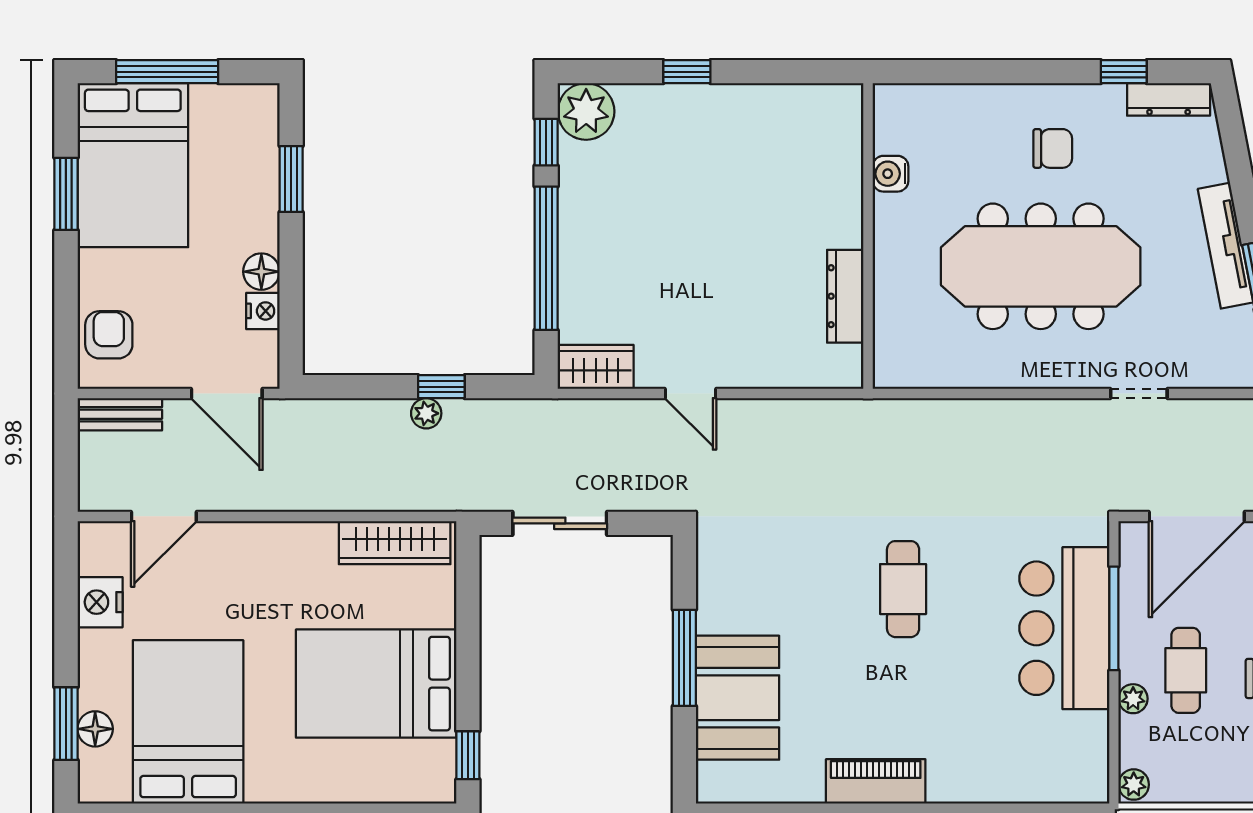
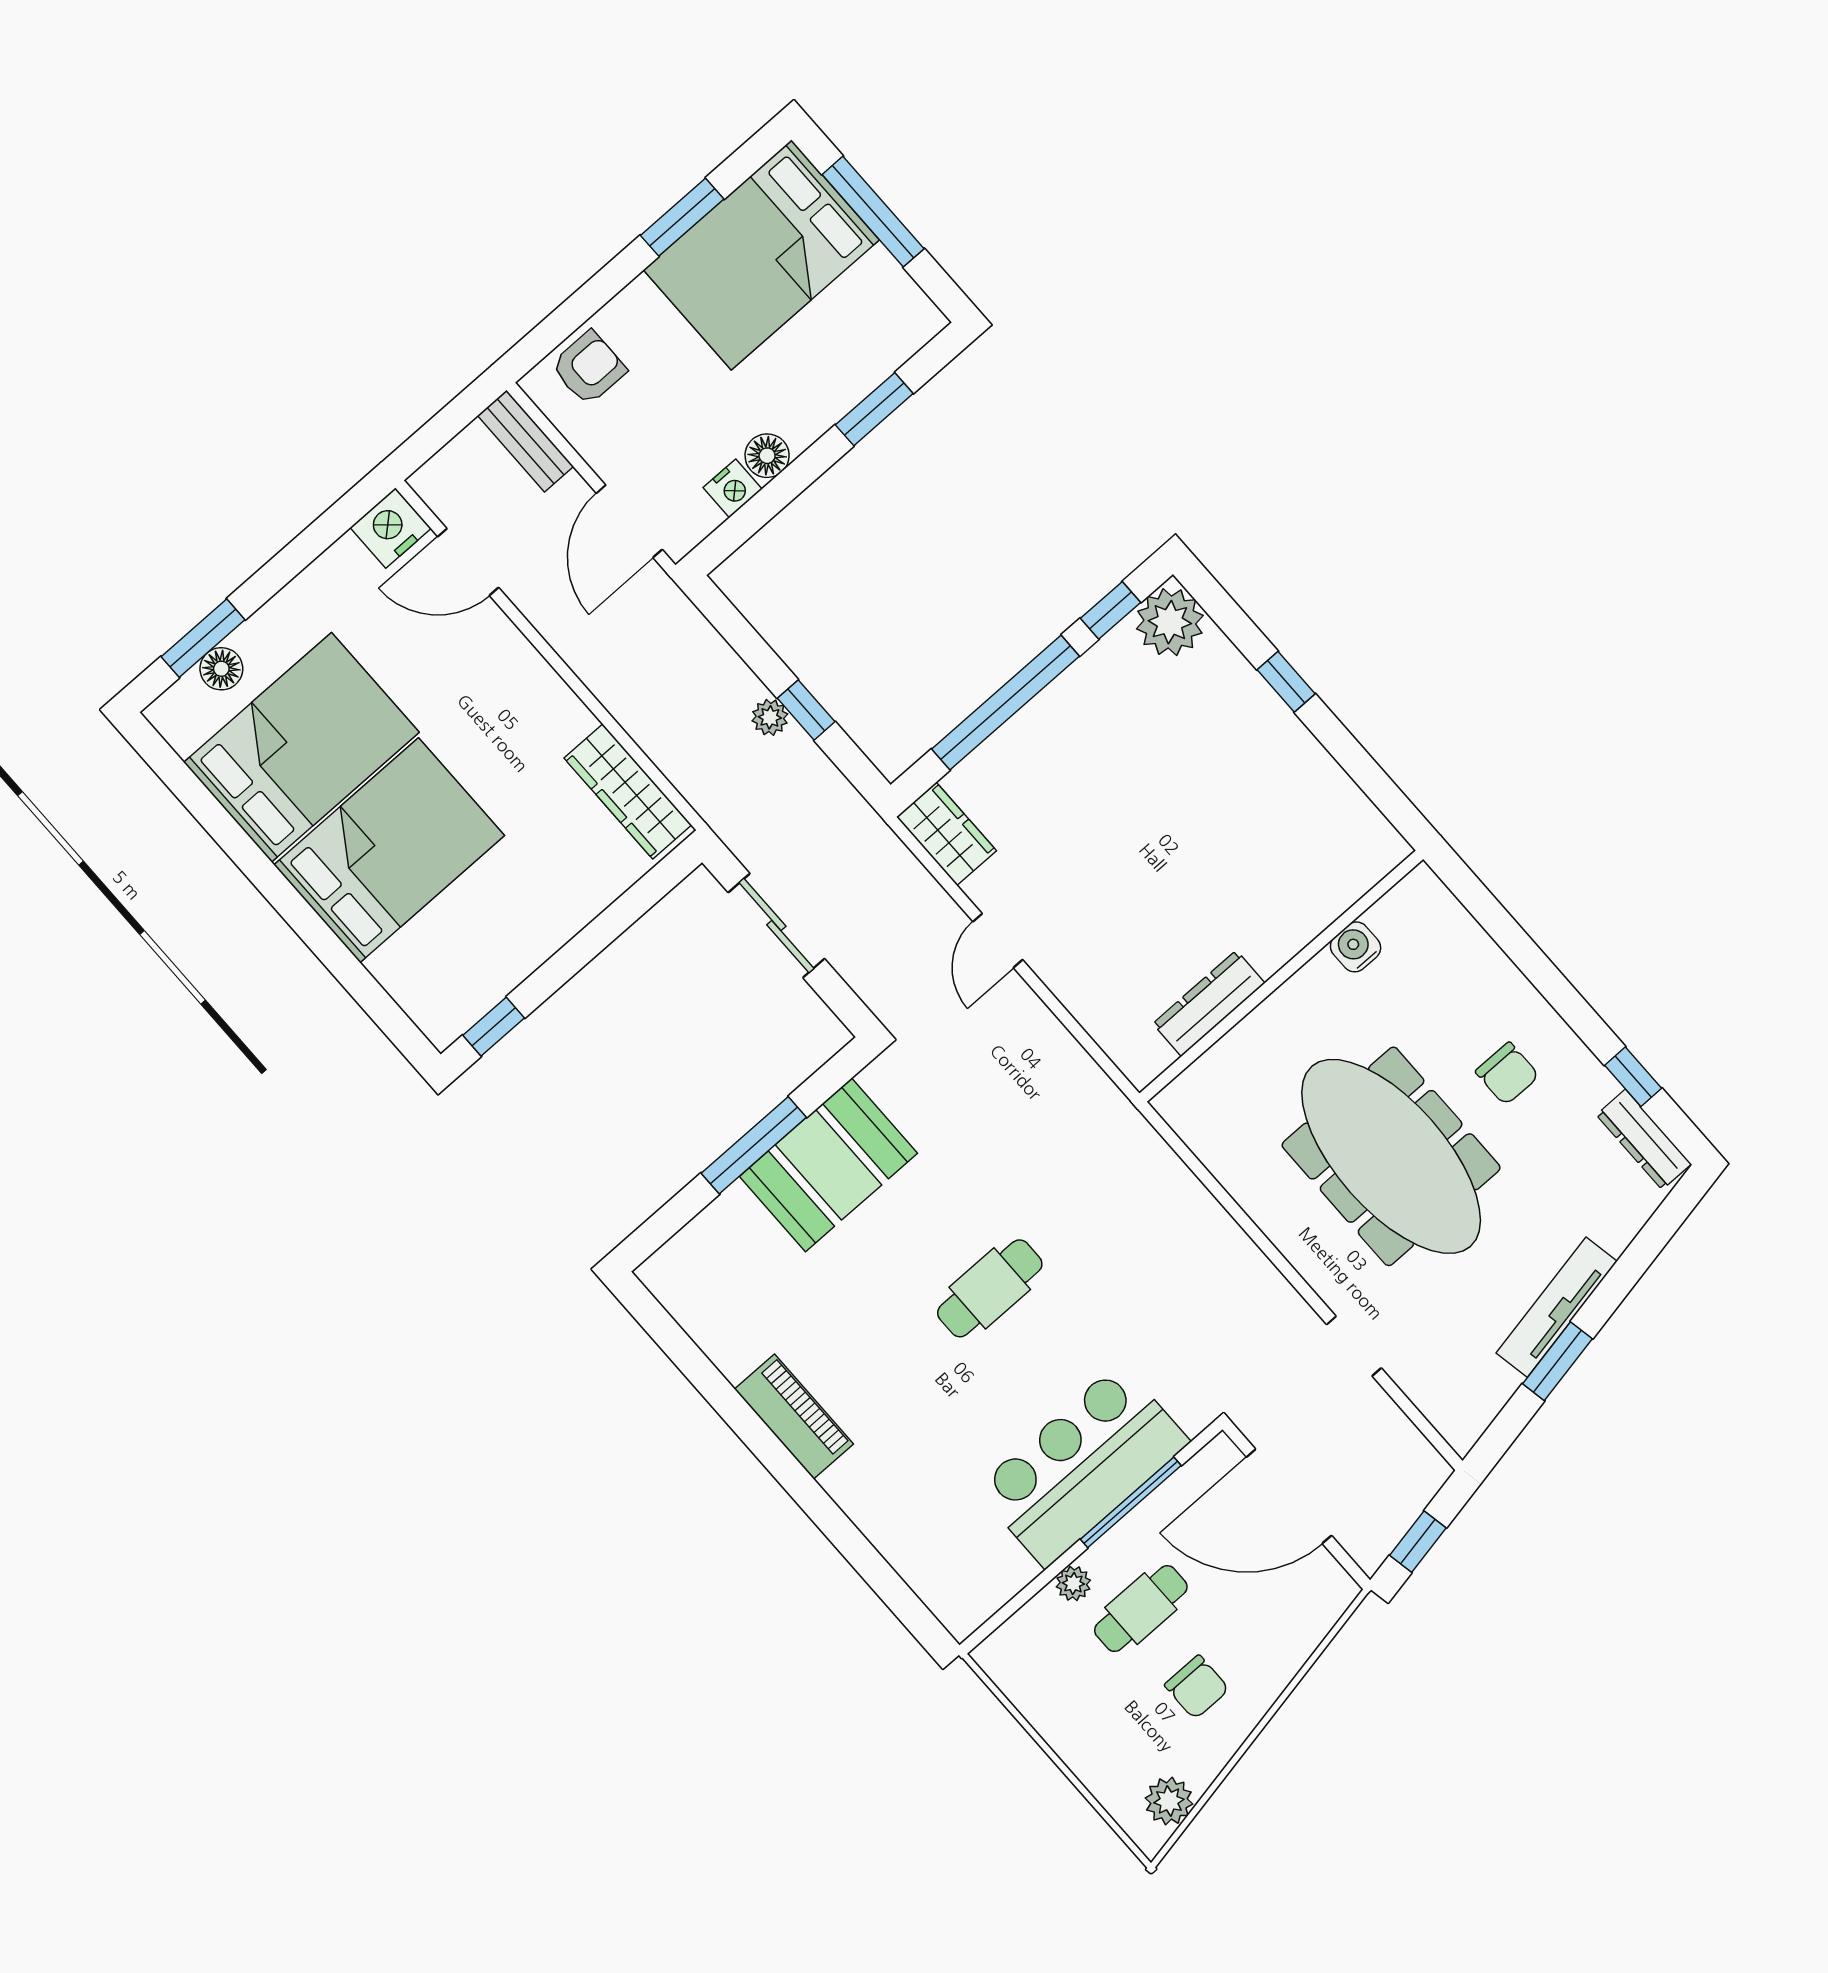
nightstand: (100, 602) -> (391, 528), moved
bed: (376, 684) -> (389, 850), moved, turned 90
booth: (738, 698) -> (828, 1165), moved
plant: (1134, 785) -> (996, 1652), removed

